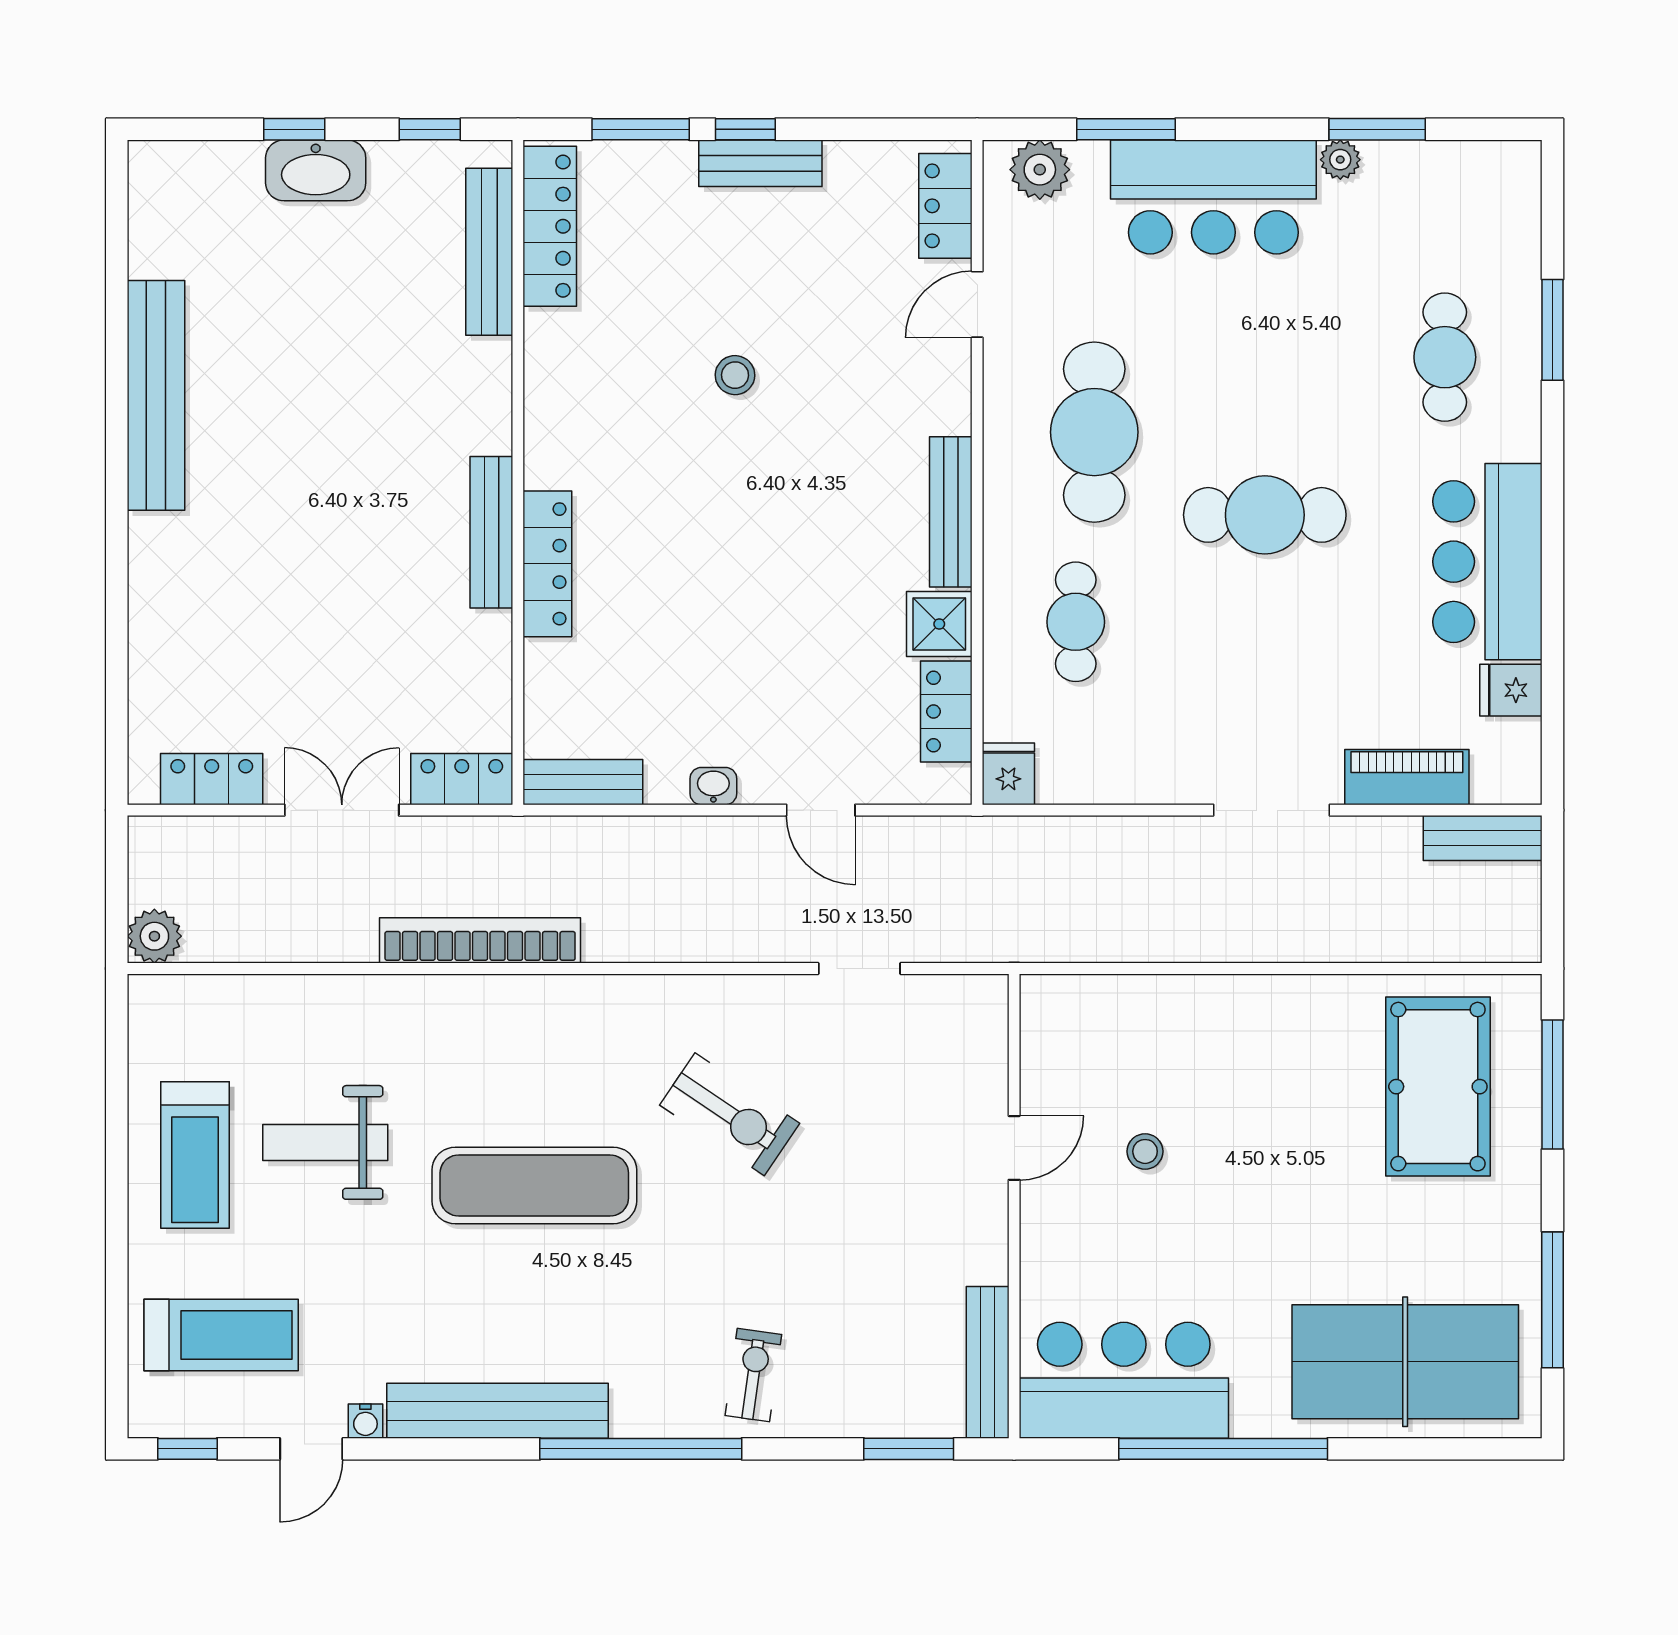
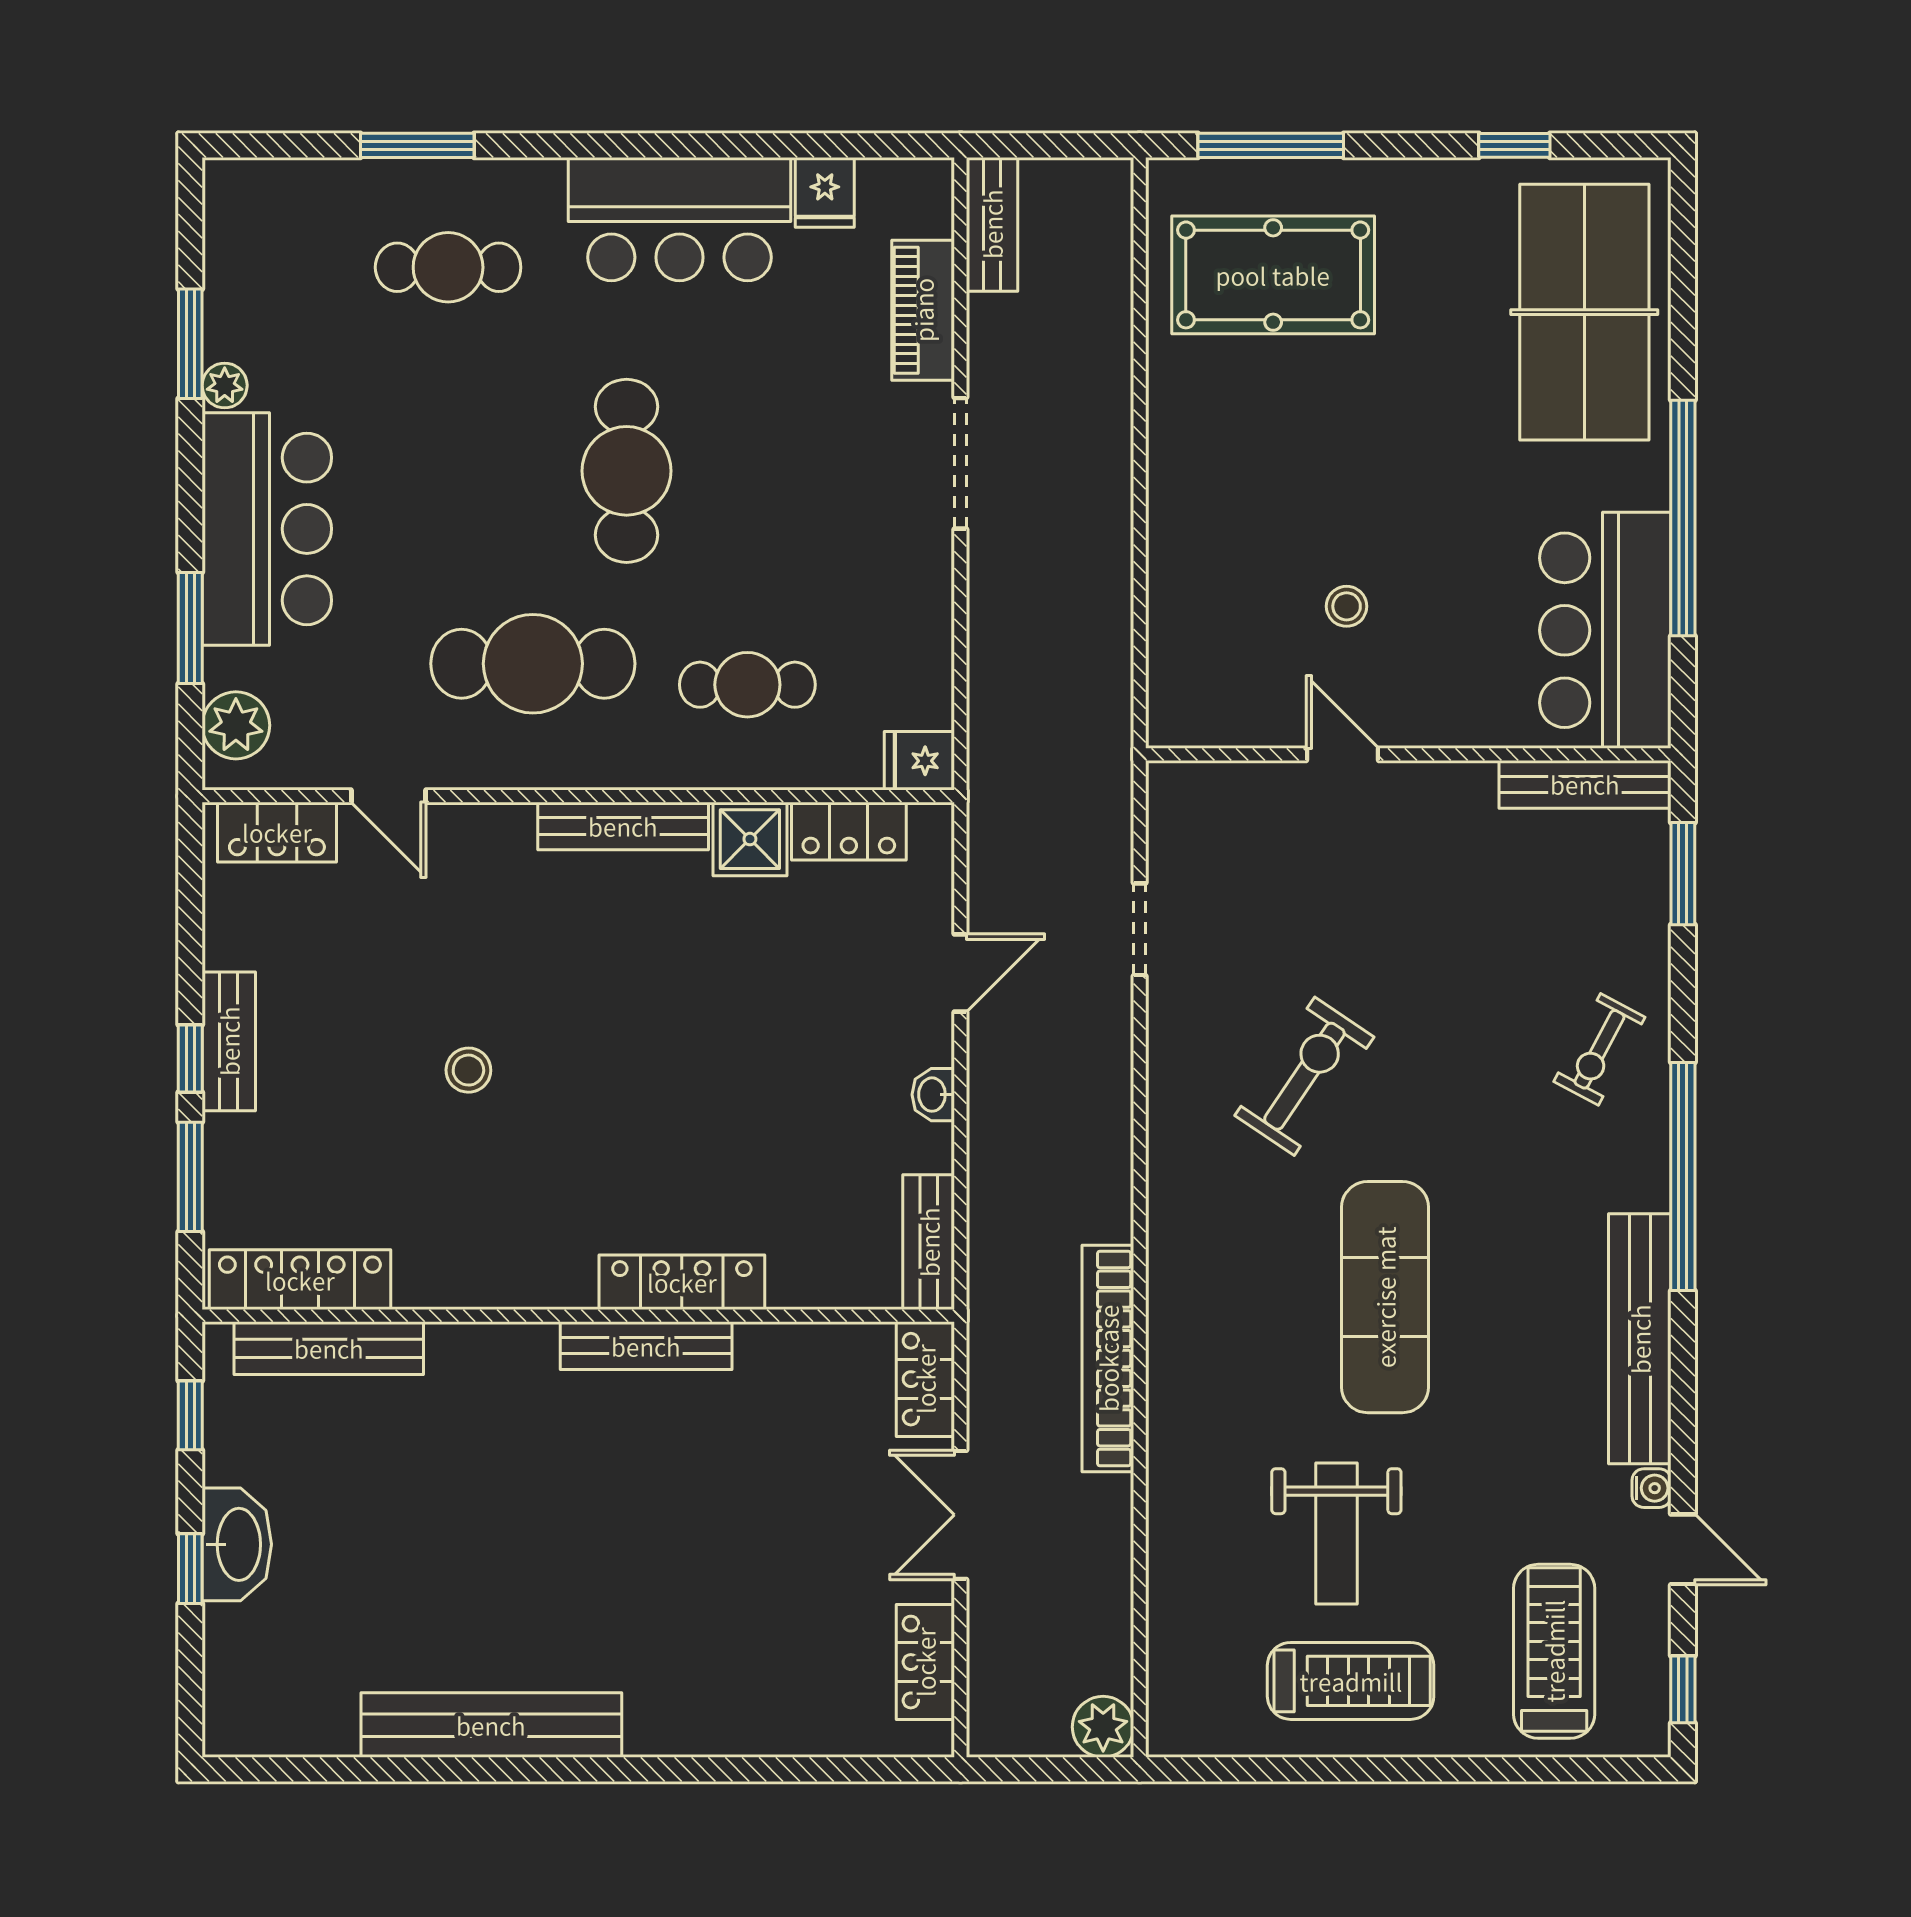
window: (1552, 1300) -> (1514, 145), width x0.46
exercise bike: (753, 1375) -> (1599, 1049), turned -70

